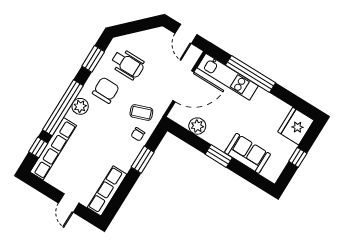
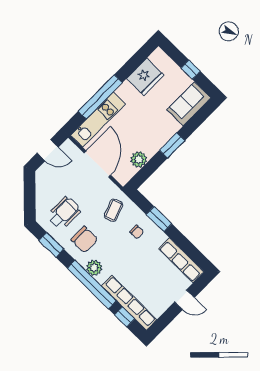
chair: (106, 90) -> (84, 240), turned 180
fridge: (296, 126) -> (145, 77), moved, turned -90
chair: (138, 134) -> (137, 232), moved
sofa: (247, 153) -> (189, 104), moved

